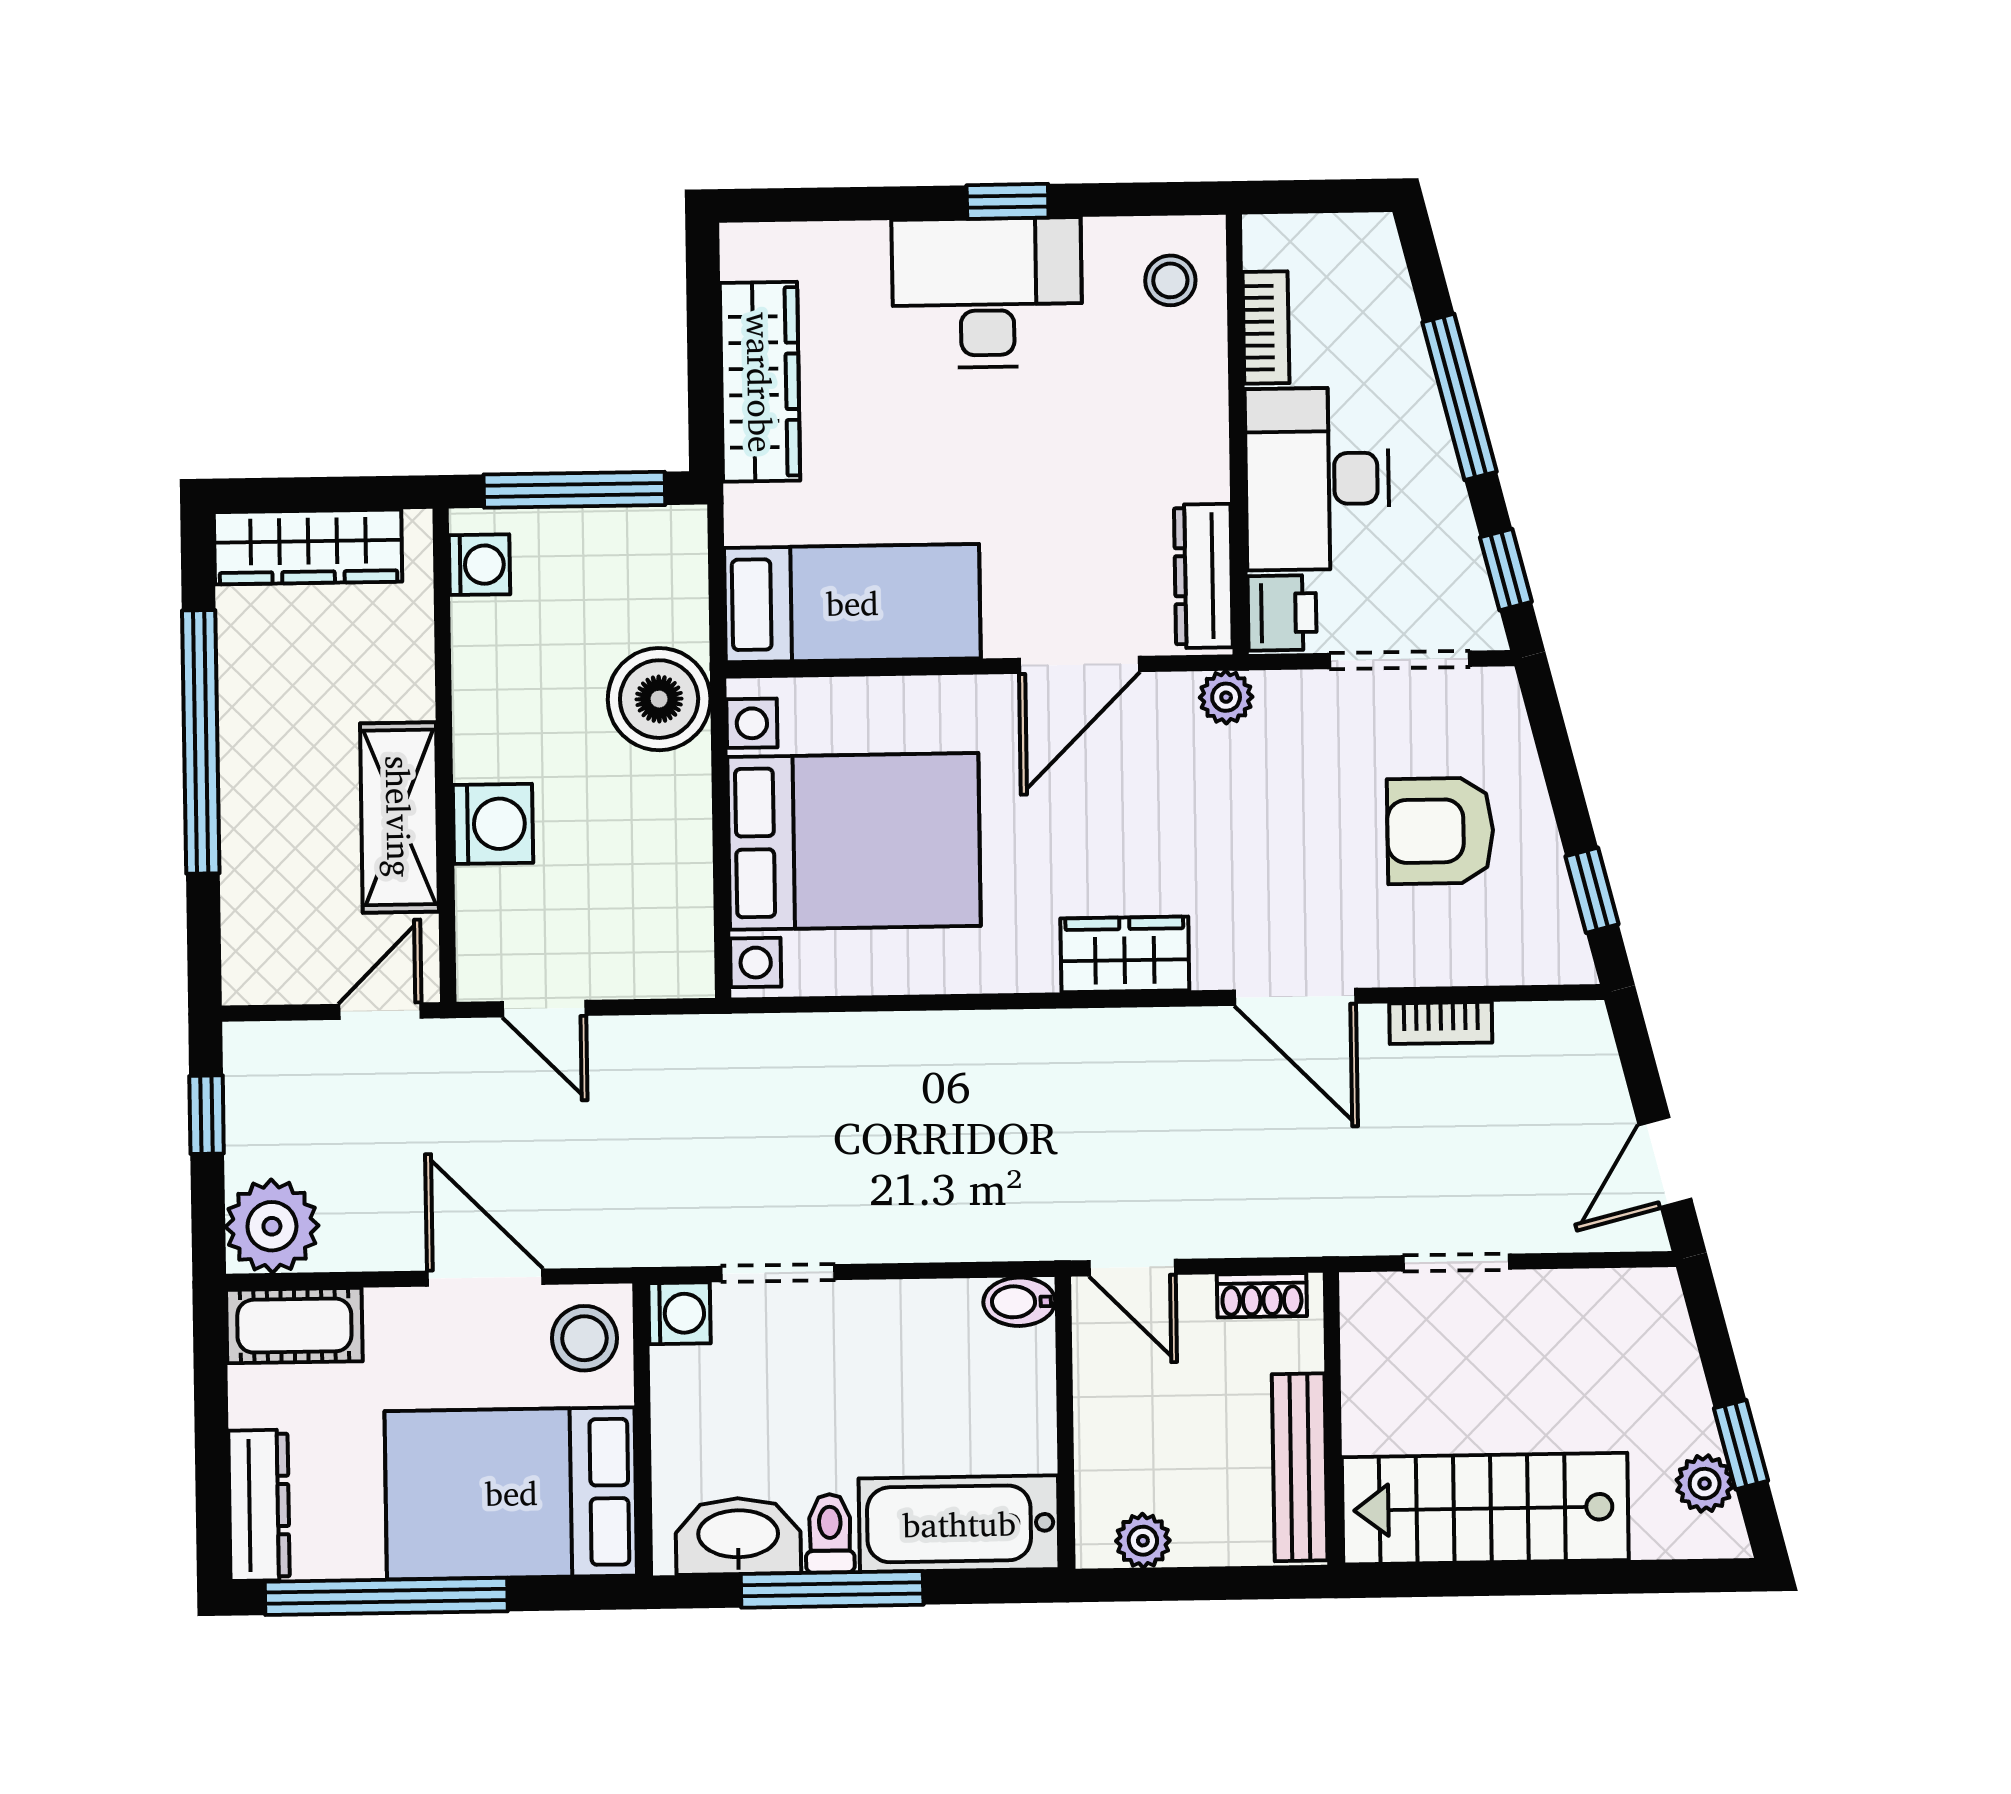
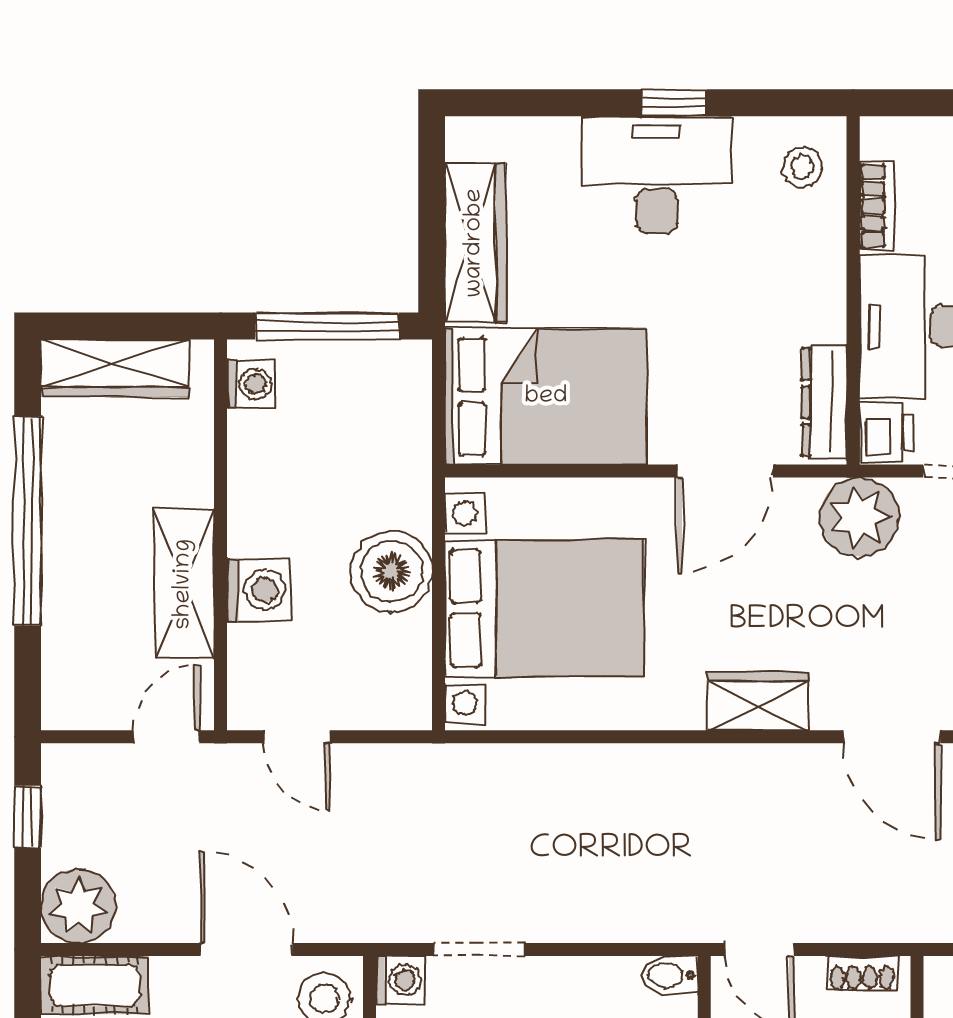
bed: (852, 603) -> (546, 397), width x1.50
plant: (1226, 697) -> (859, 517), width x1.88, depth x1.88
boiler: (659, 699) -> (391, 571), moved

